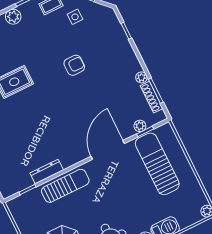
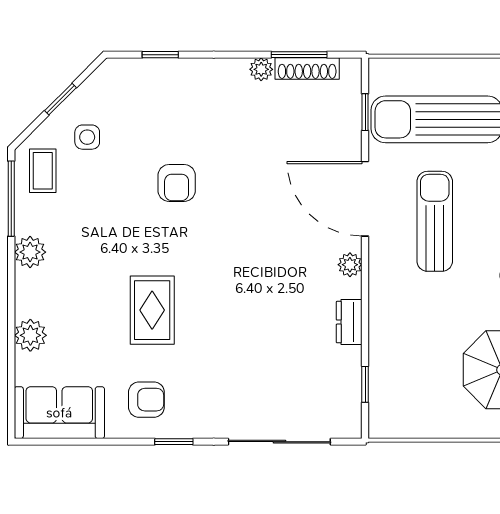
armchair: (74, 65) -> (177, 183), turned 180
plant: (140, 126) -> (350, 265), moved
dresser: (47, 172) -> (349, 322), width x0.70
sun lounger: (65, 186) -> (435, 221), moved

